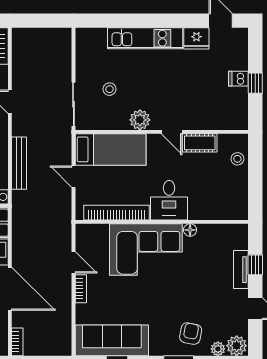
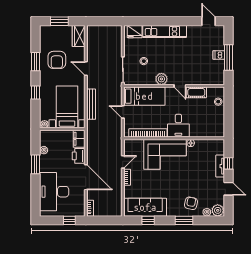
fridge: (196, 38) -> (135, 32), moved
window: (255, 83) -> (229, 58), width x2.17
door: (73, 262) -> (123, 162), hinge flipped

